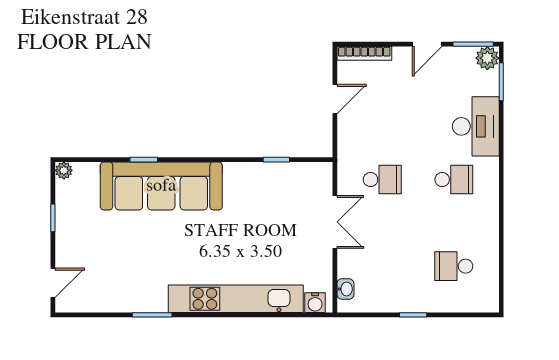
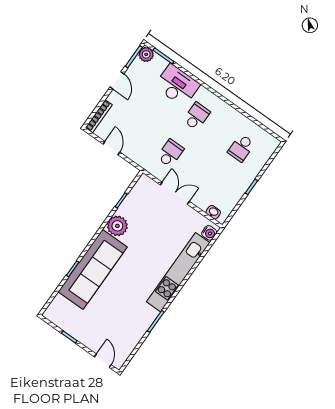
plant: (64, 170) -> (117, 226), moved, width x1.88, depth x1.88

